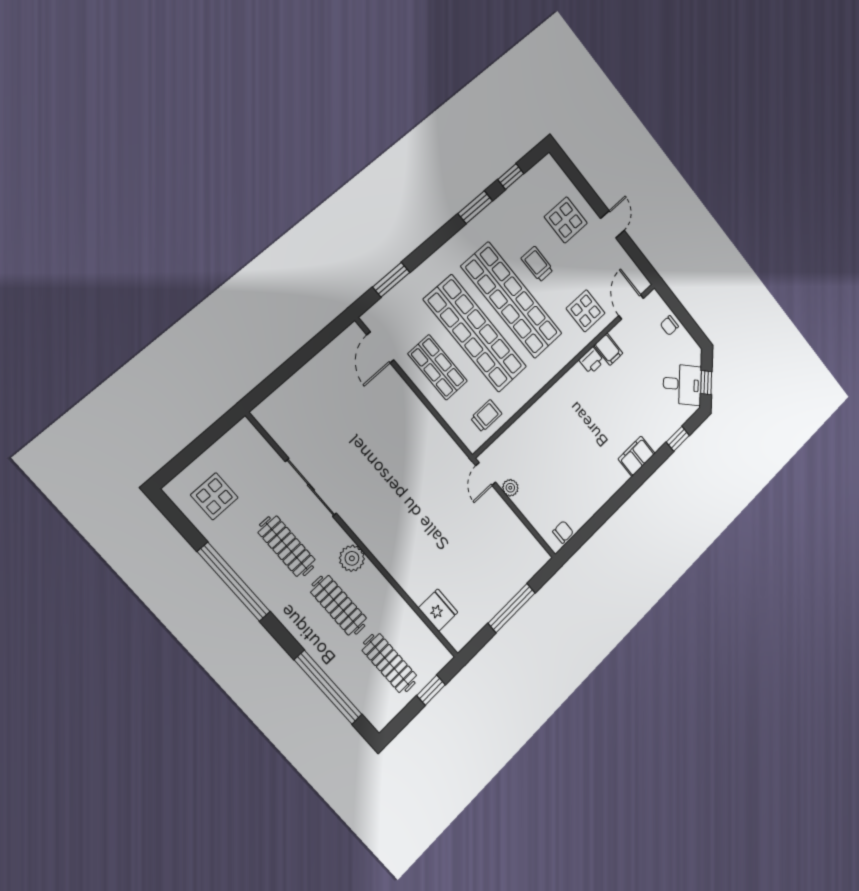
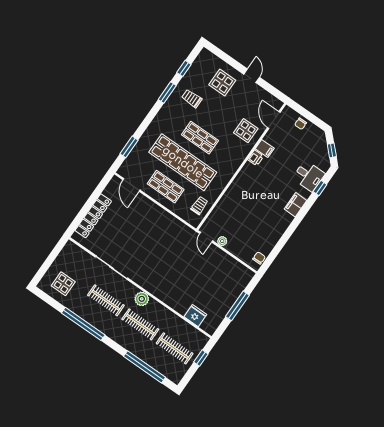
trolley: (537, 264) -> (192, 98), moved
shop shelf: (512, 300) -> (200, 138), width x0.50, depth x0.74
locker: (300, 384) -> (93, 216), added
desk: (682, 384) -> (309, 176), moved, turned 45

